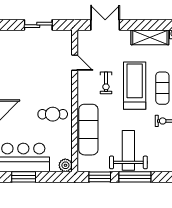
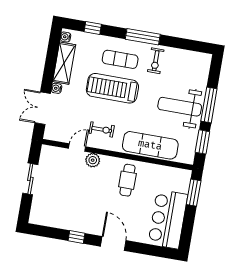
water cooler: (126, 34) -> (57, 88), added
exercise bike: (106, 83) -> (102, 129), moved
plant: (65, 165) -> (93, 160), moved
window: (24, 177) -> (194, 193), moved

